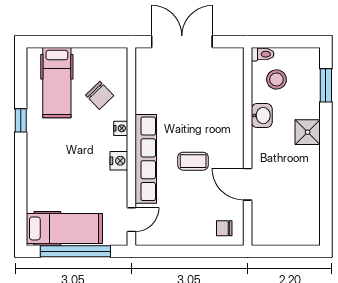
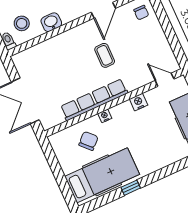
hospital bed: (57, 83) -> (102, 175), width x1.37, depth x1.29
row of seats: (146, 159) -> (94, 100), moved
nightstand: (119, 161) -> (139, 102), moved

